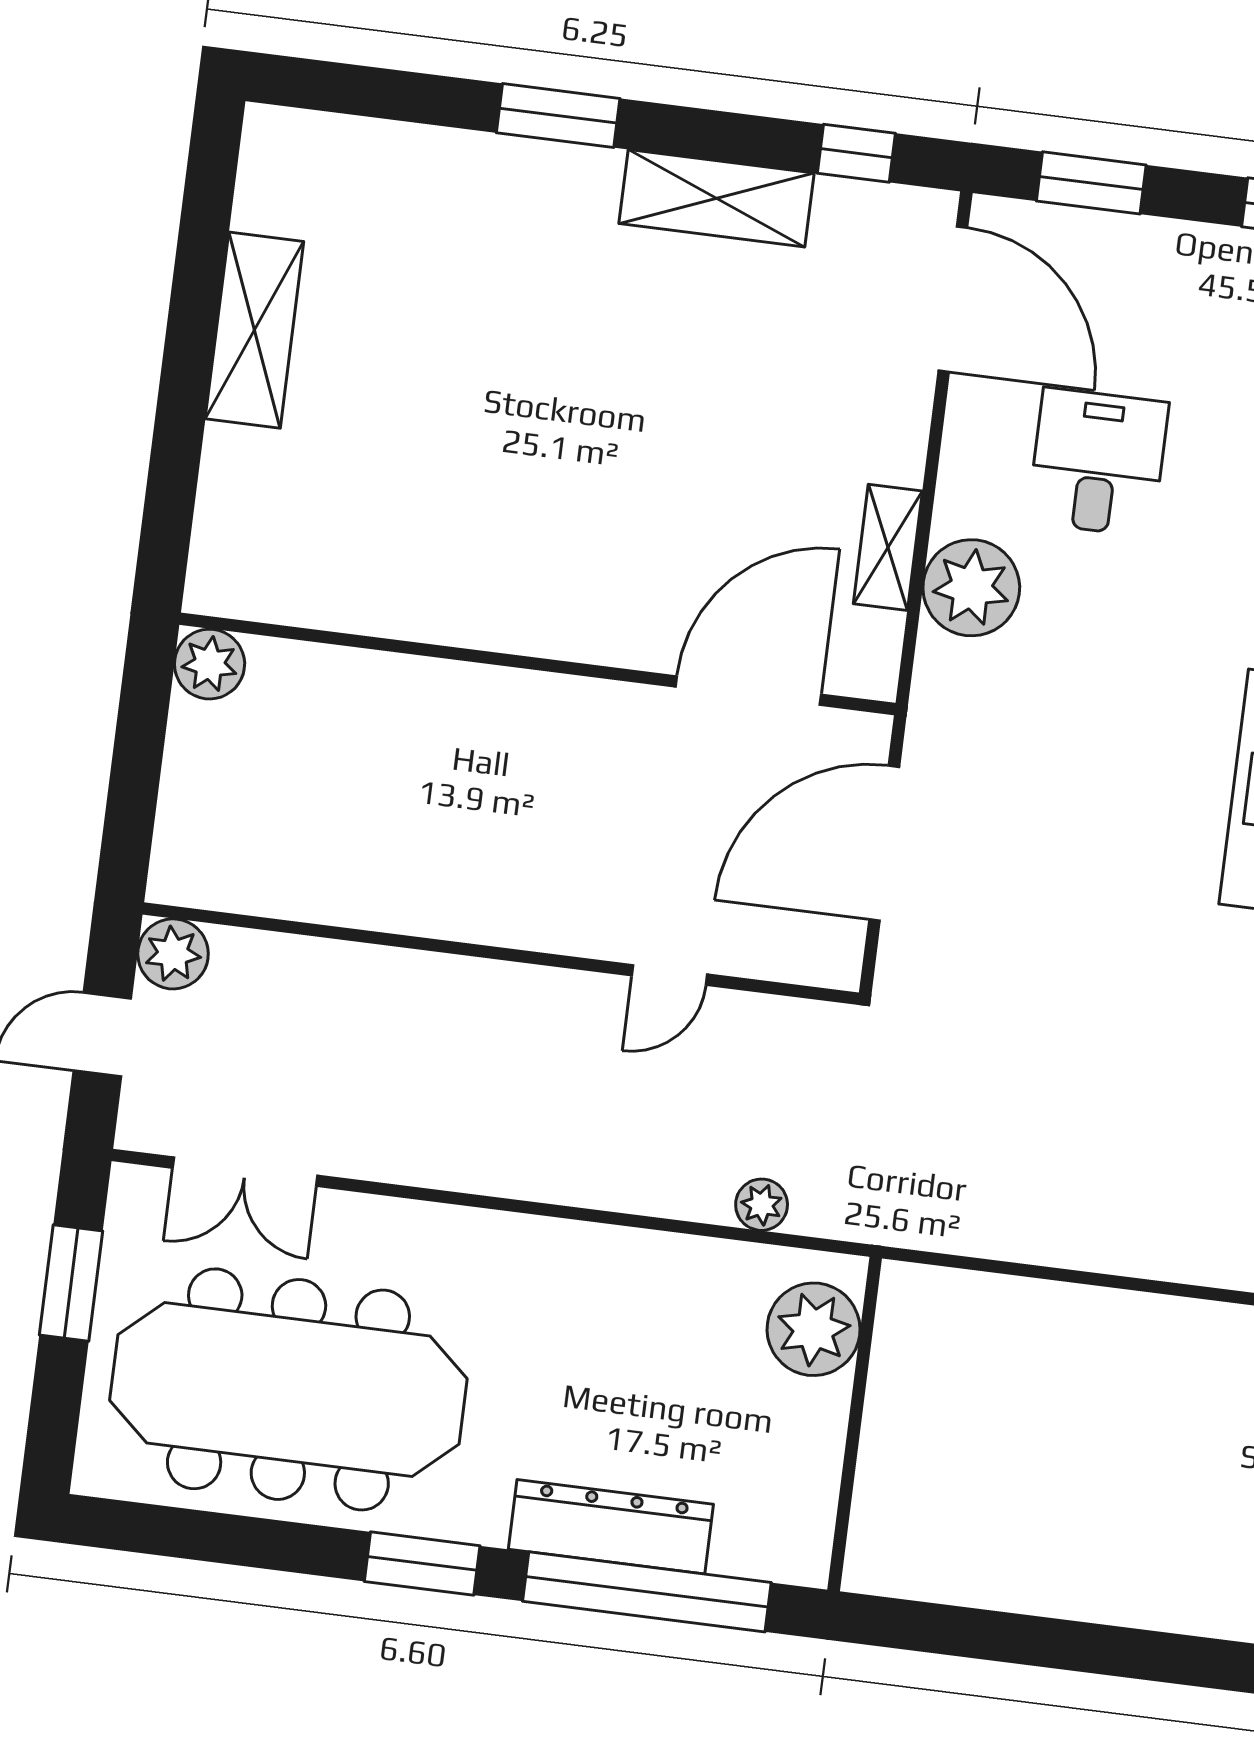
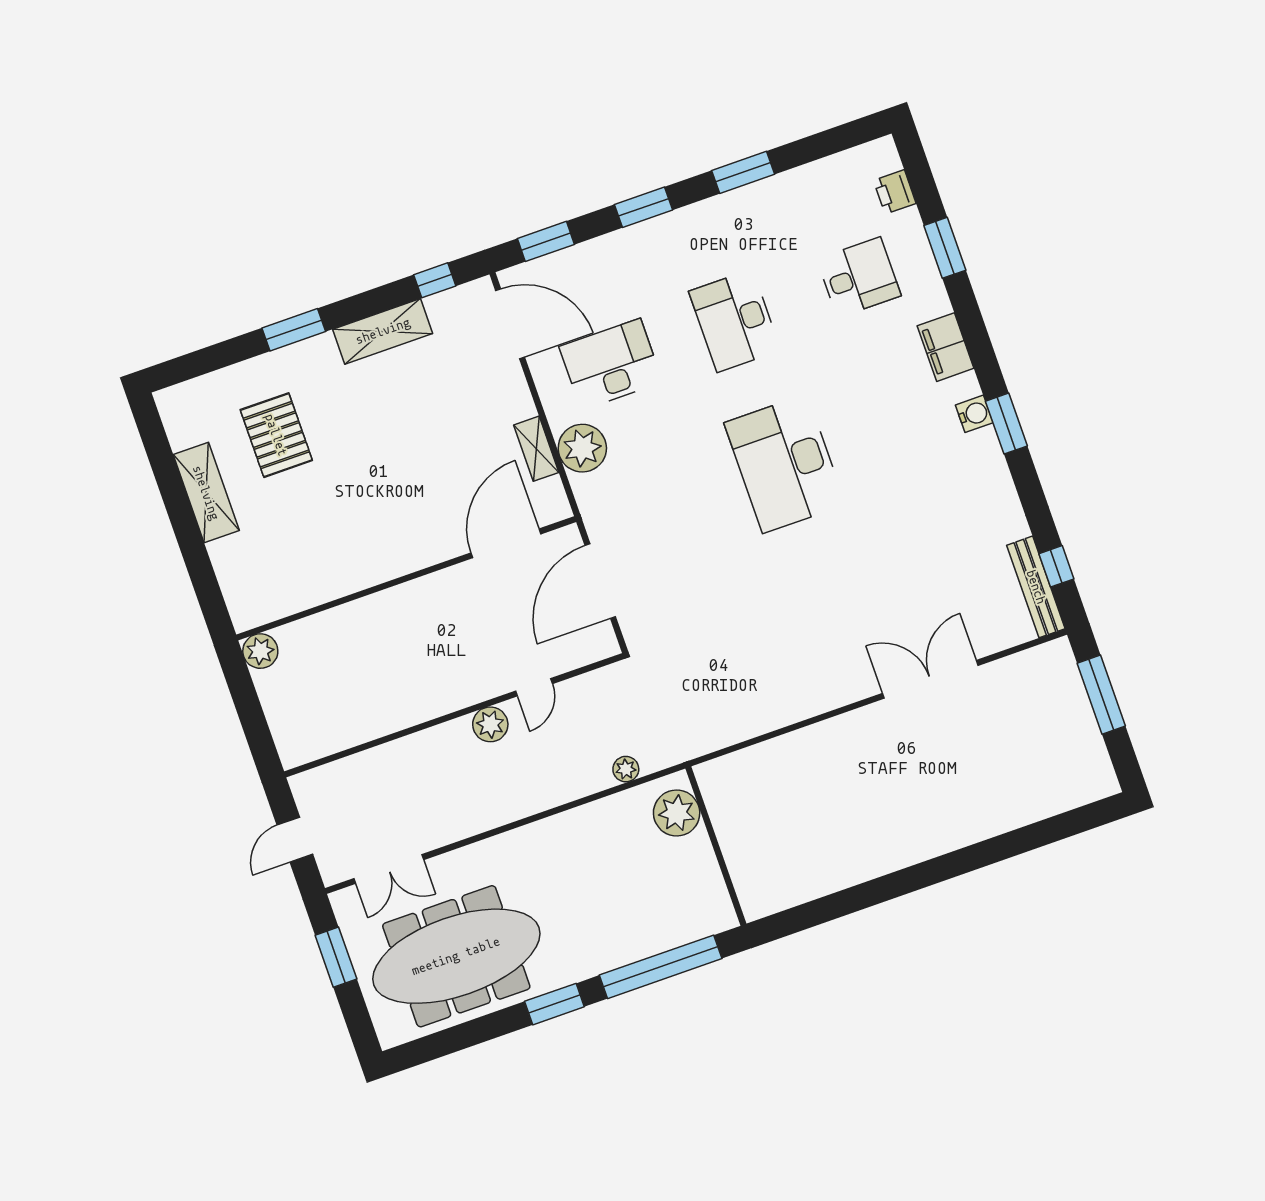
pallet: (432, 290) -> (276, 435), added
desk: (1098, 462) -> (611, 364), width x1.37
plant: (173, 954) -> (490, 724), moved
dresser: (611, 1527) -> (630, 946), removed

